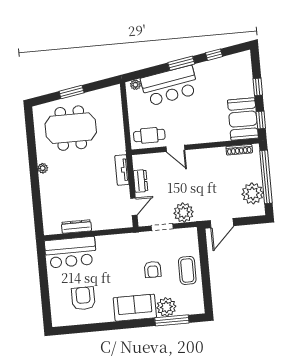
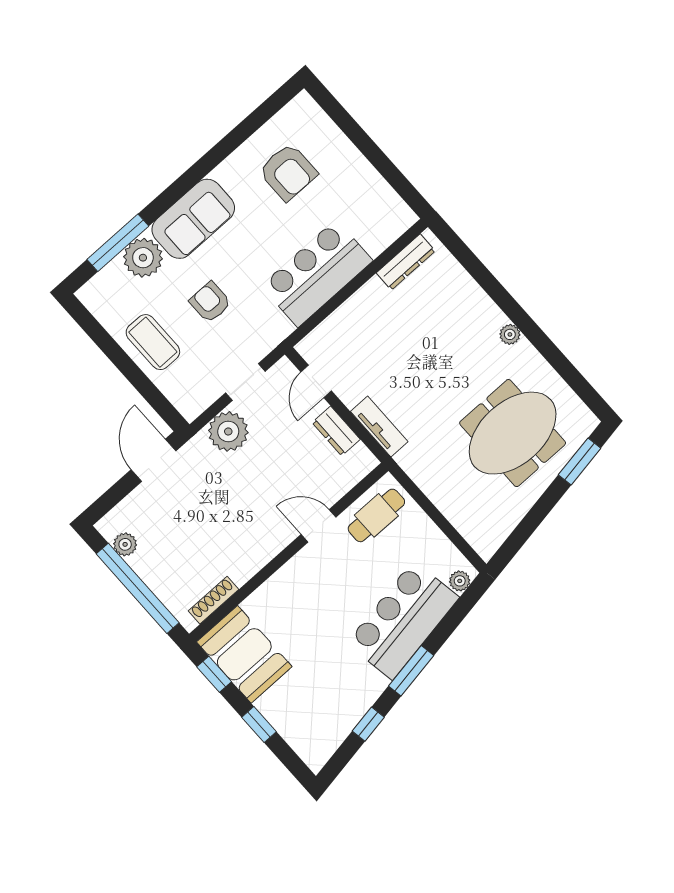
window: (72, 92) -> (580, 461), moved
plant: (252, 193) -> (125, 544), width x0.53, depth x0.53
dresser: (76, 227) -> (406, 262), moved
bar counter: (71, 252) -> (317, 273), moved

